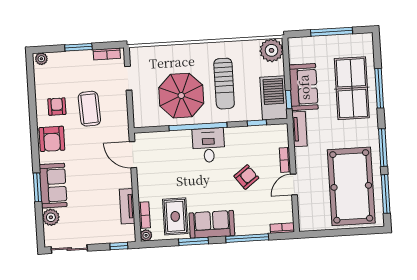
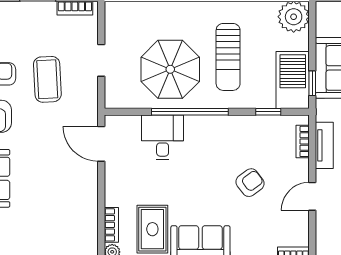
doorway: (128, 78) -> (101, 60), moved
tv unit: (299, 129) -> (324, 145), moved
desk: (209, 145) -> (163, 137), moved
bookcase: (285, 160) -> (303, 141), moved
tv unit: (127, 206) -> (89, 212), removed

